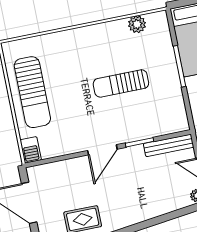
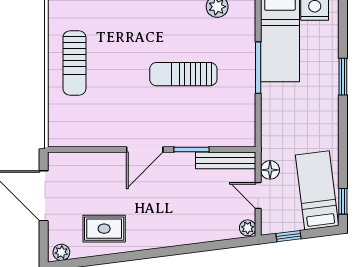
sun lounger: (32, 92) -> (74, 63), width x0.73, depth x0.75
barbecue: (31, 150) -> (58, 132), removed

